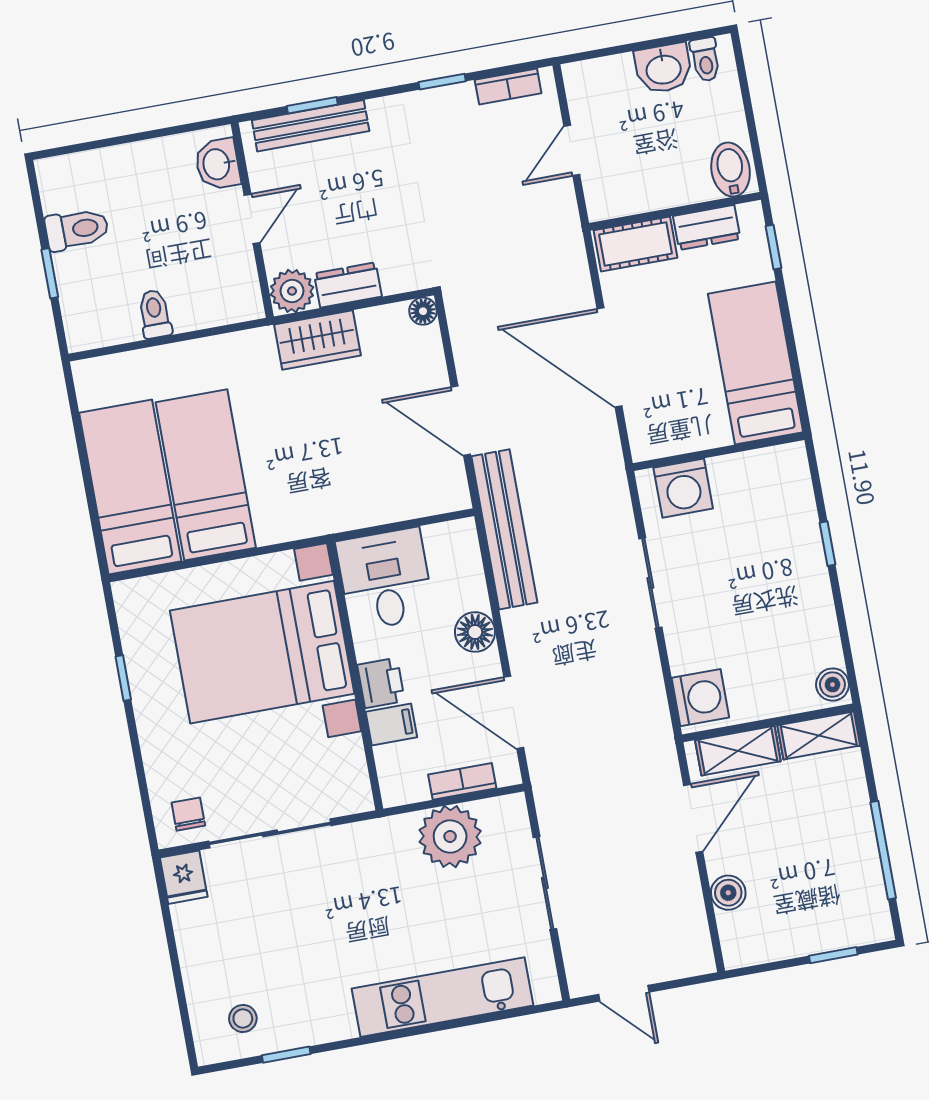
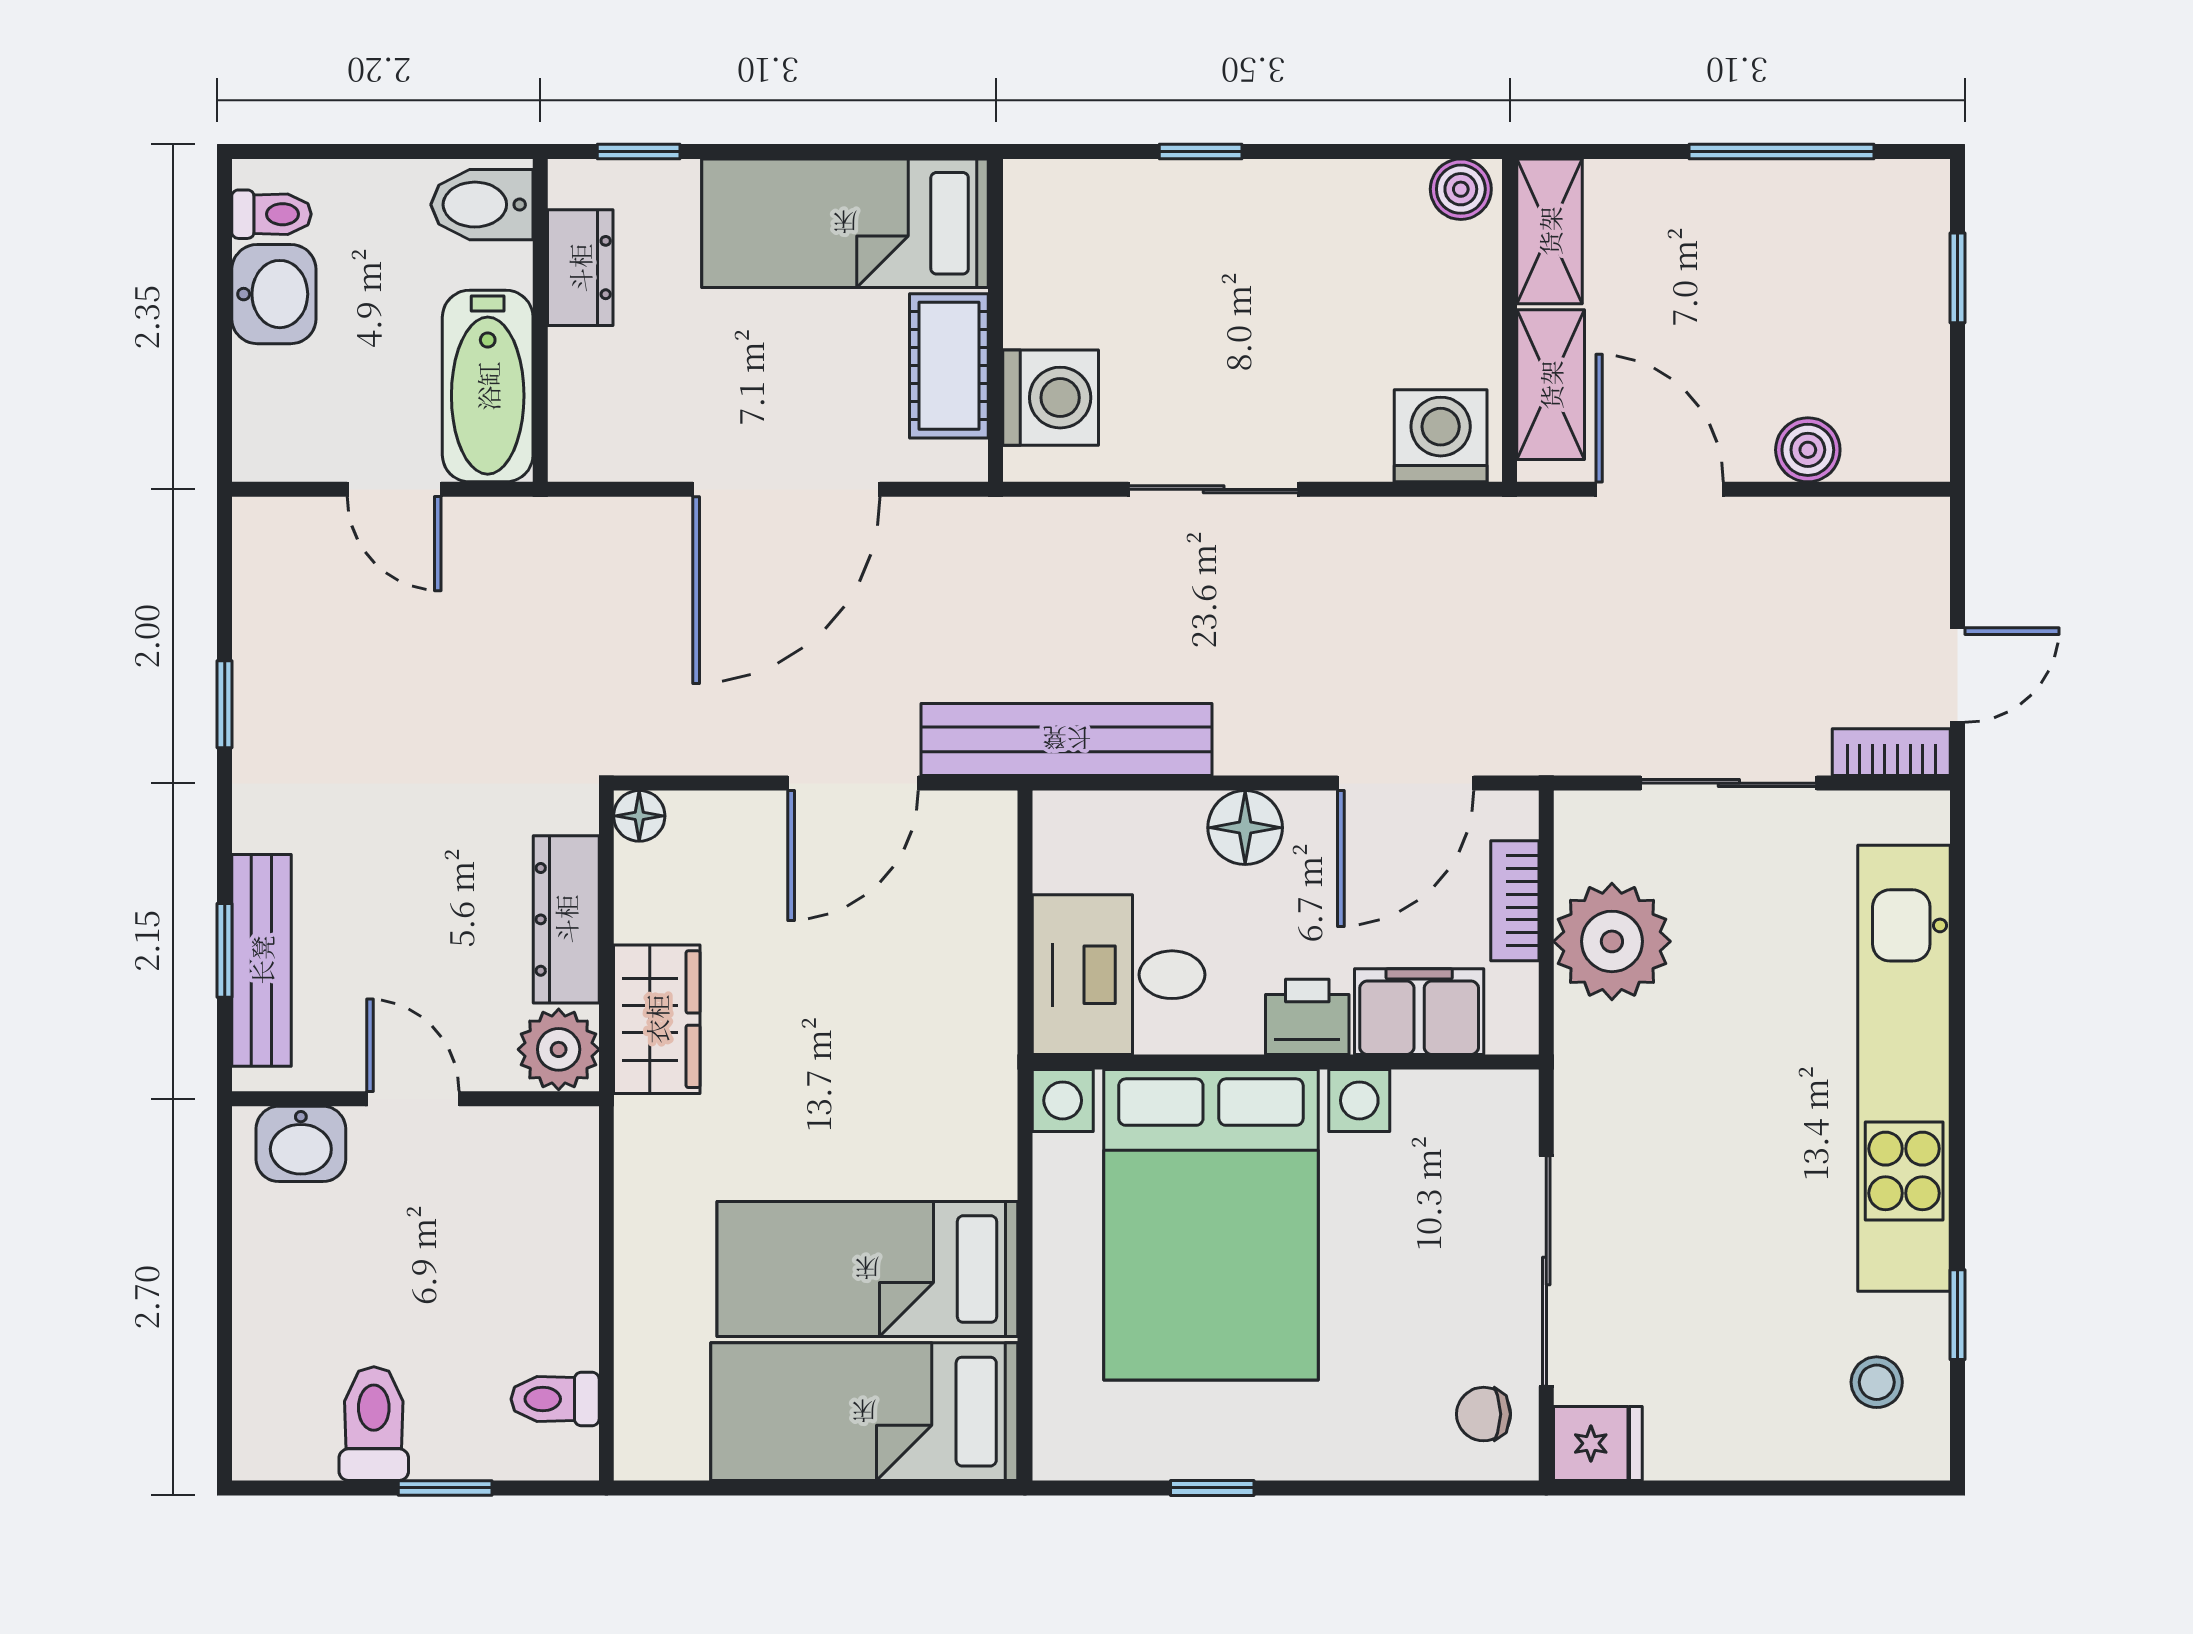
bookcase: (508, 86) -> (1891, 752), moved, turned -90
bathtub: (635, 190) -> (488, 386), added
cot: (636, 244) -> (949, 366), moved
dresser: (348, 285) -> (566, 919), width x1.44
toilet: (155, 314) -> (555, 1399), moved
filing cabinet: (391, 724) -> (1419, 1012), width x2.00
kitchen unit: (443, 997) -> (1904, 1068), width x1.36

